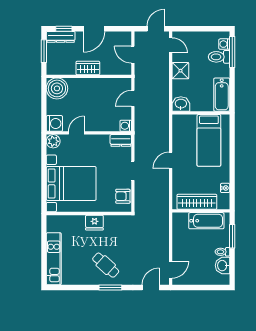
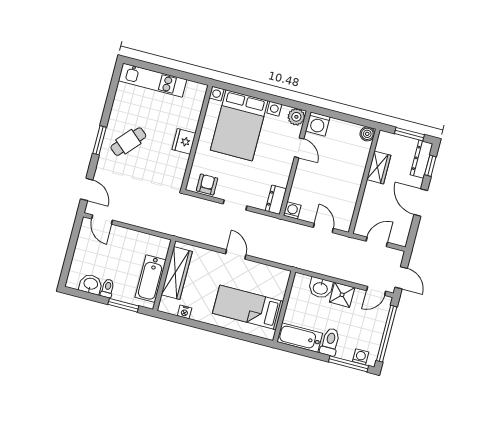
window: (201, 29) -> (387, 334), added
toilet: (219, 57) -> (330, 342), moved
wardrobe: (88, 68) -> (379, 167), moved
boiler: (57, 88) -> (367, 134), width x0.54, depth x0.54
washbasin: (181, 104) -> (320, 288), moved, turned 90

